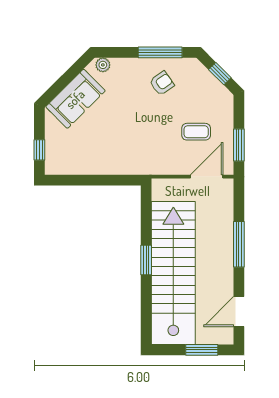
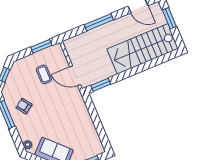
door: (207, 177) -> (75, 76), moved
window: (146, 260) -> (101, 85), moved
stairs: (173, 273) -> (143, 49), width x0.73

